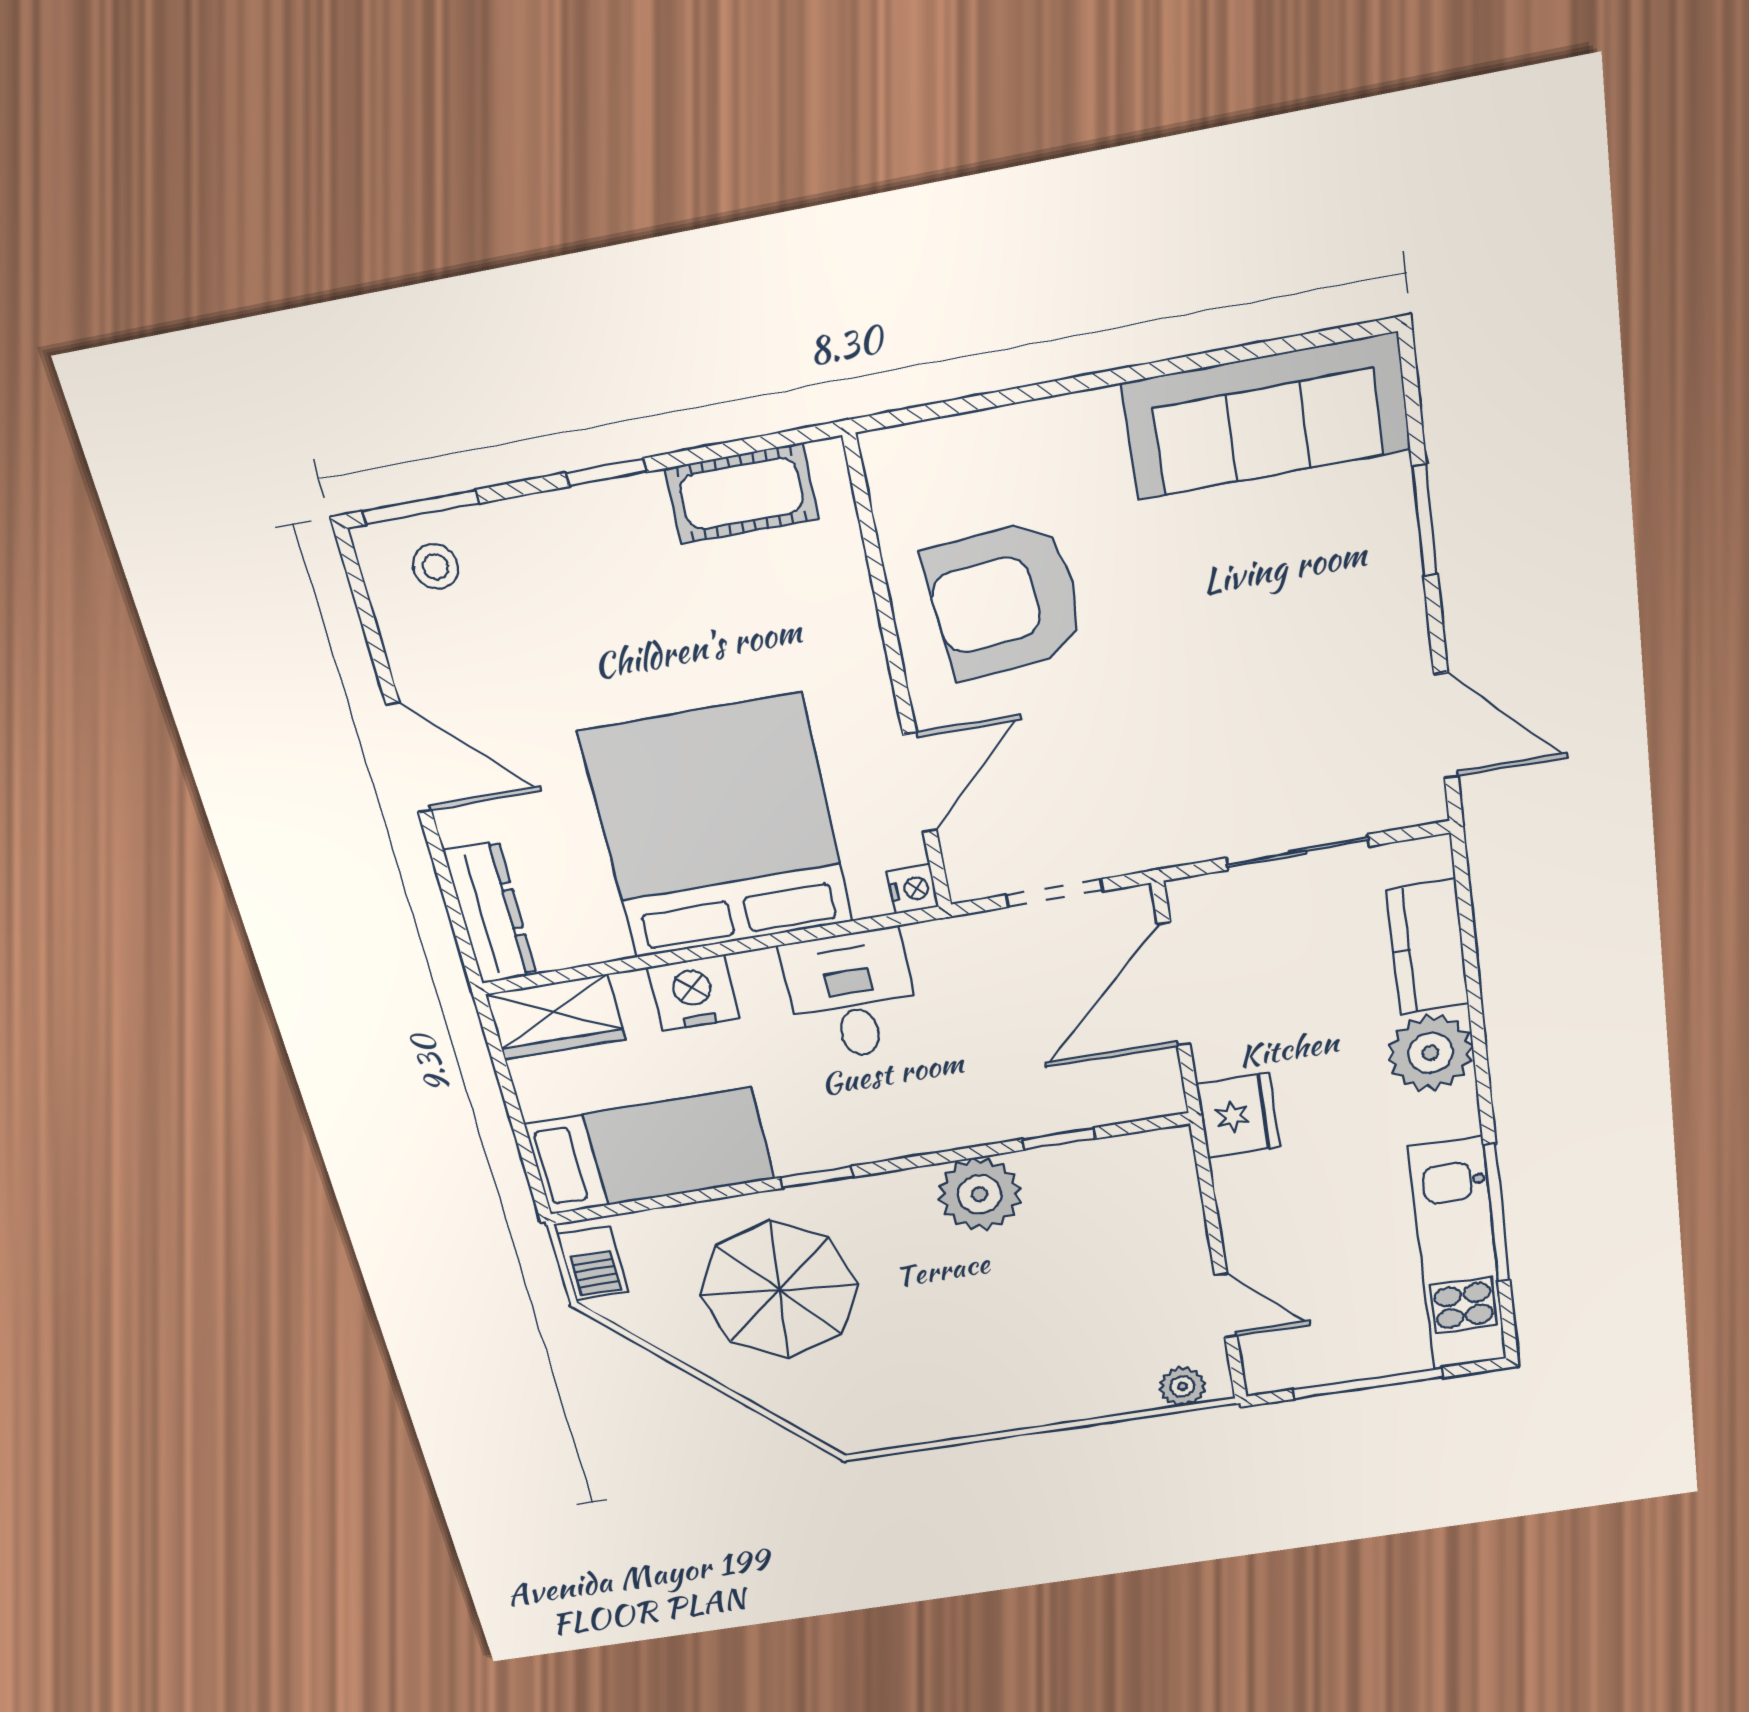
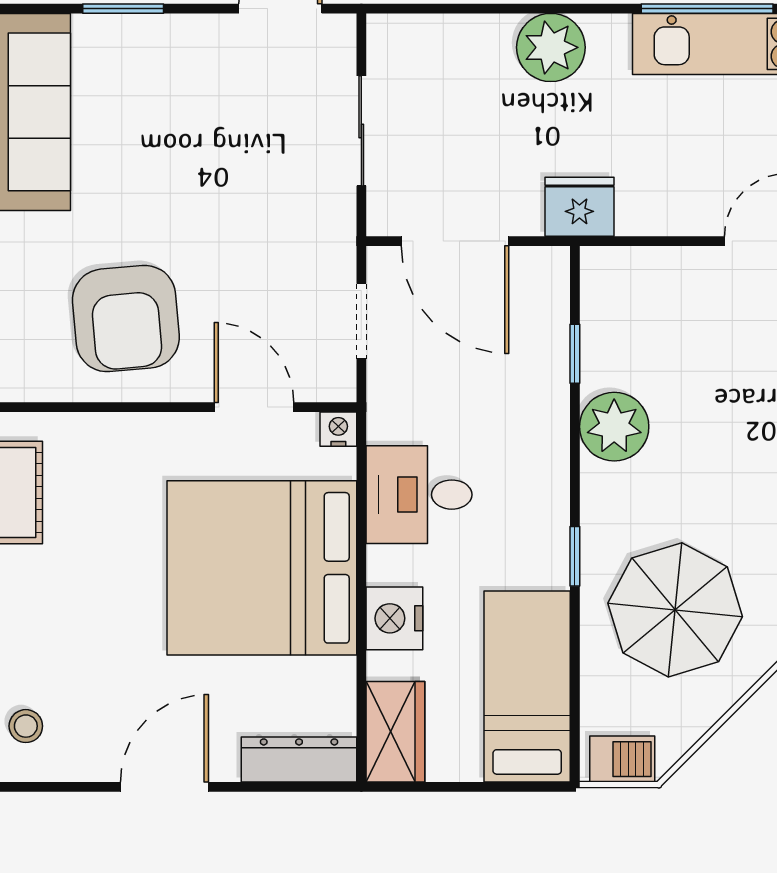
kitchen counter: (1428, 947) -> (459, 40), removed

